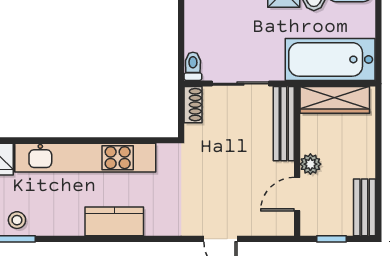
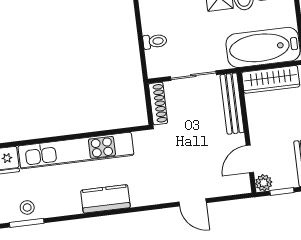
toilet: (193, 66) -> (155, 41), moved, turned 90
shoe rack: (193, 105) -> (158, 103), width x1.43
plant: (310, 164) -> (264, 183), moved

